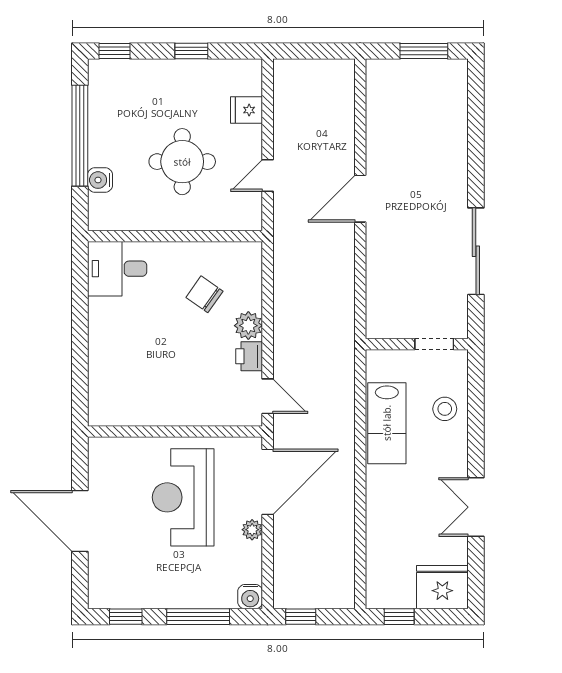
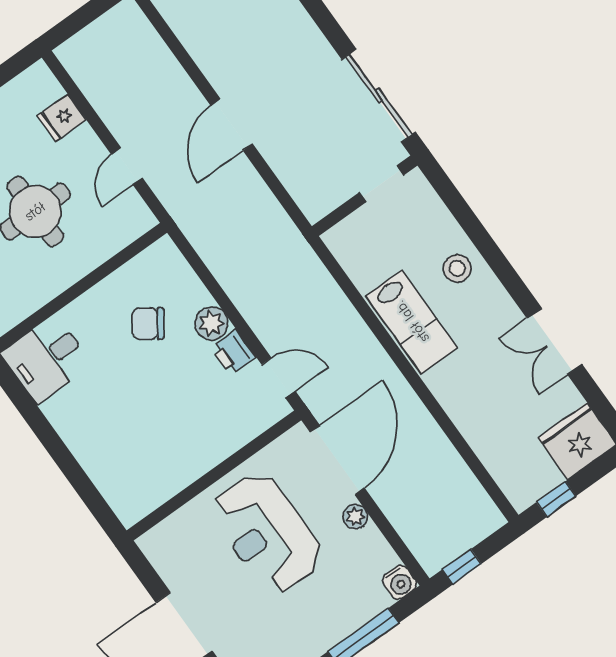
wall: (417, 344) -> (365, 196), moved
doorway: (434, 344) -> (381, 184), moved

